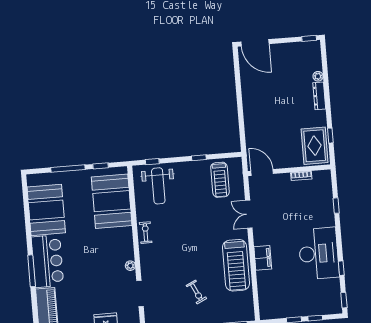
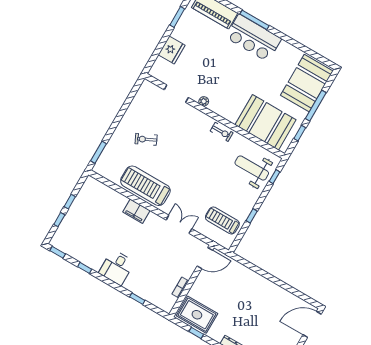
booth: (46, 210) -> (307, 83), moved, turned 90
desk: (319, 253) -> (117, 268), width x0.53, depth x0.77

